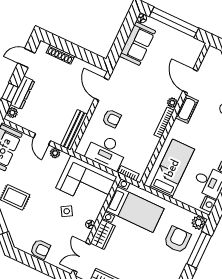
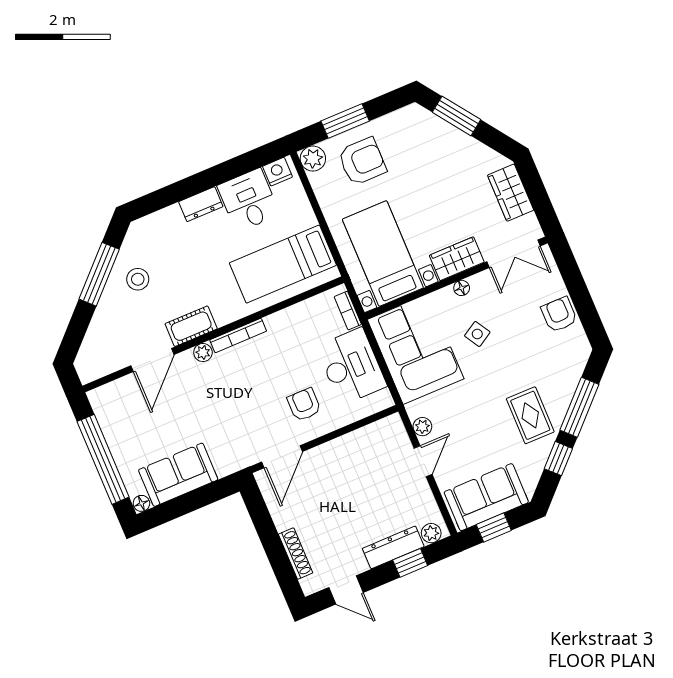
bench: (74, 130) -> (369, 435), removed
armchair: (177, 240) -> (362, 161), turned 180
window: (199, 250) -> (345, 121), width x0.69

